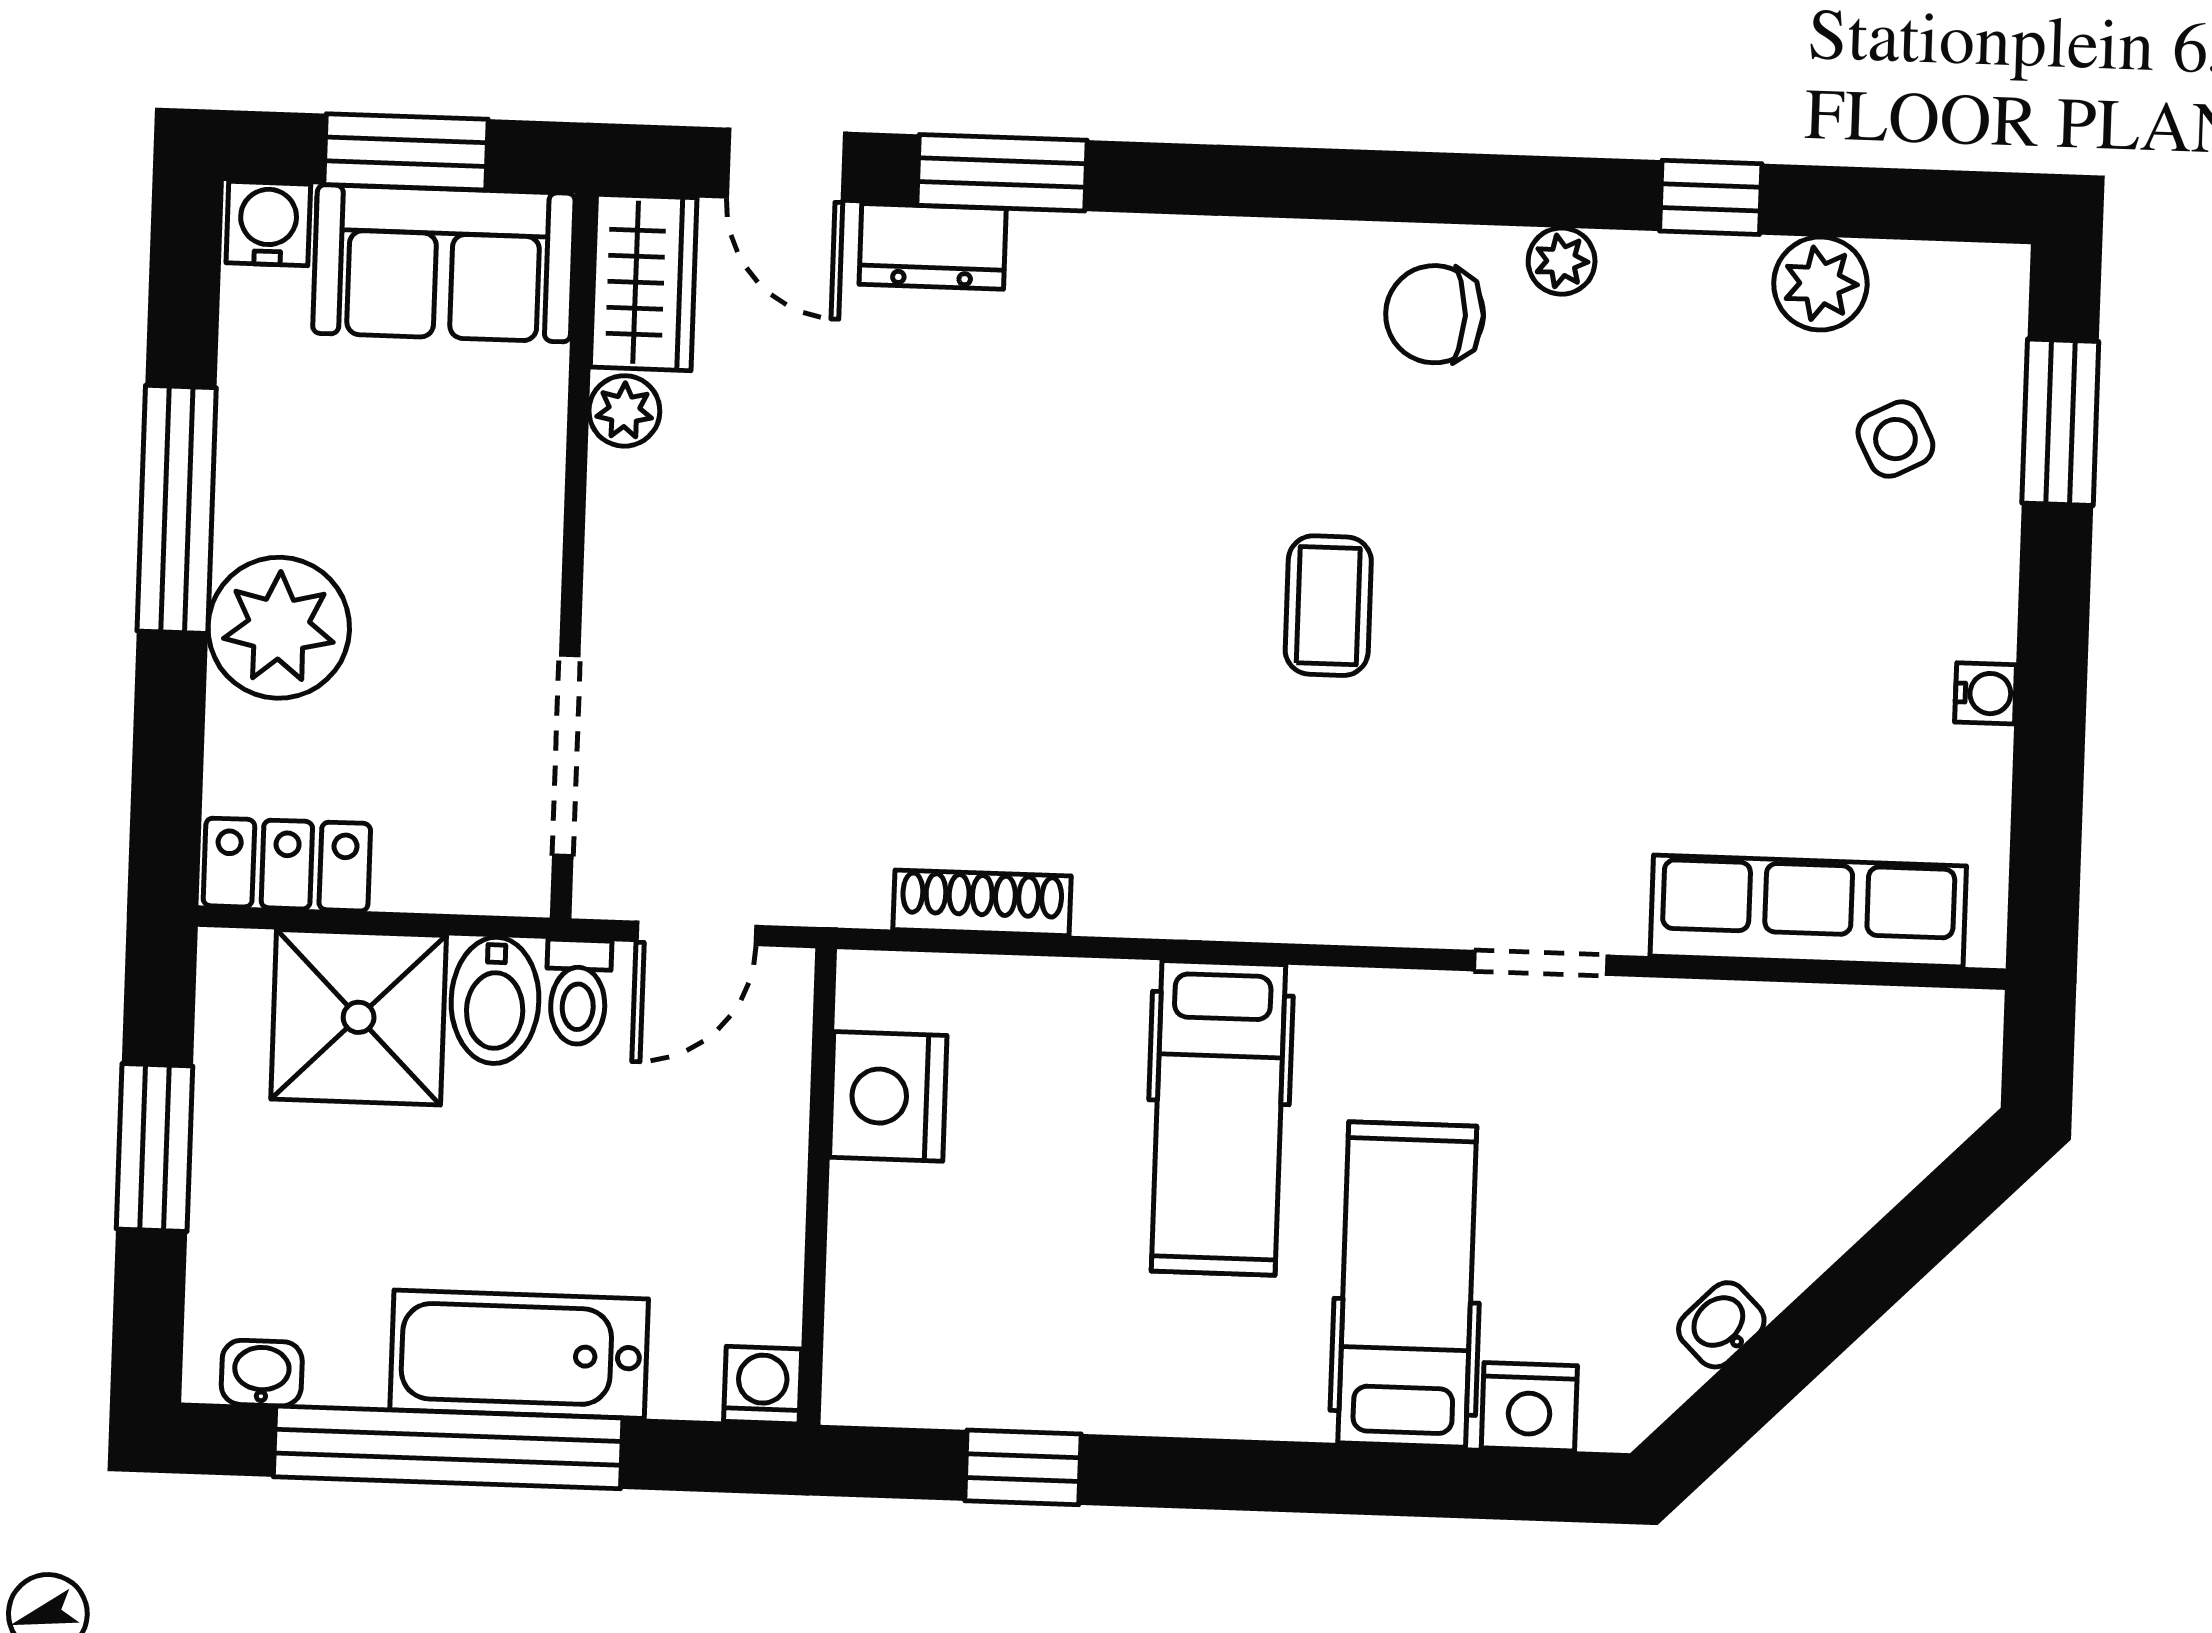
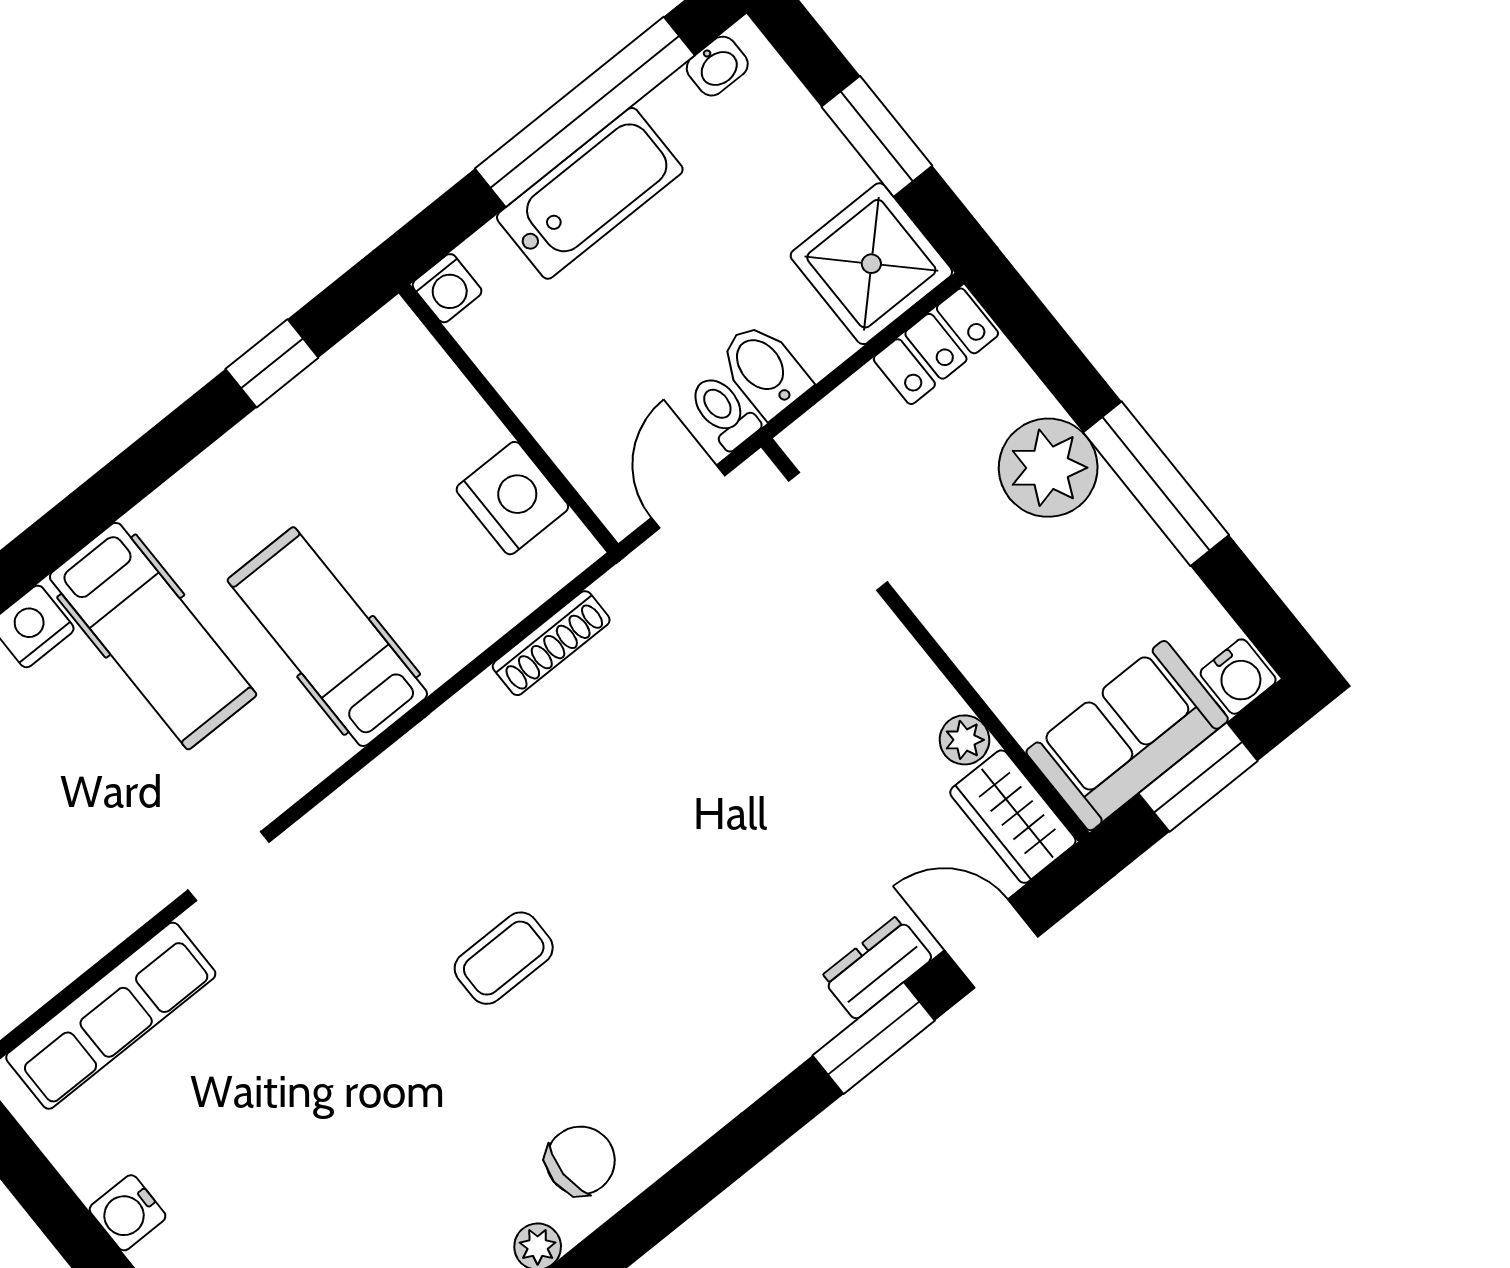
coffee table: (1328, 606) -> (504, 958), turned 90
water cooler: (1986, 693) -> (128, 1213), width x1.38, depth x1.38
shower: (359, 1017) -> (871, 264), moved

